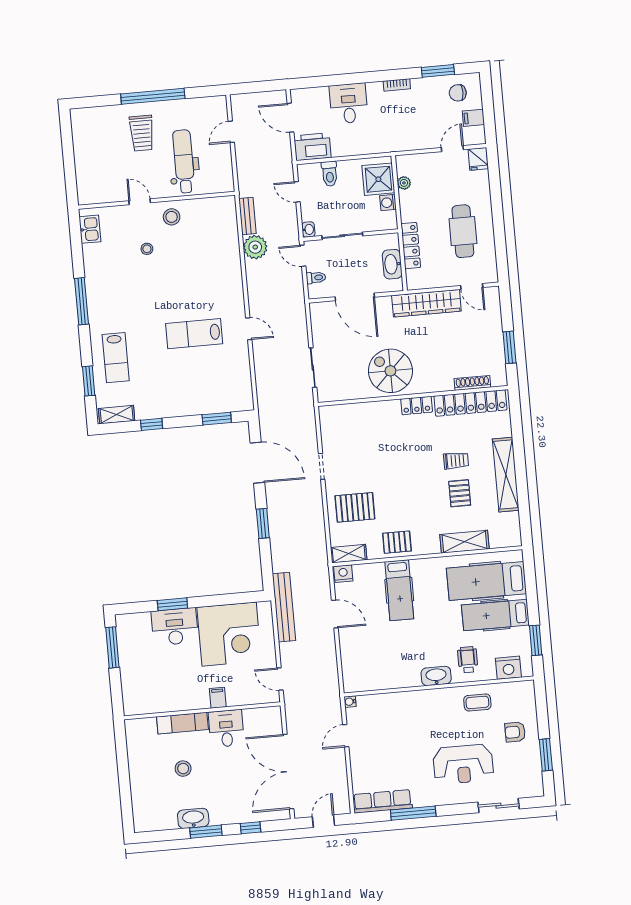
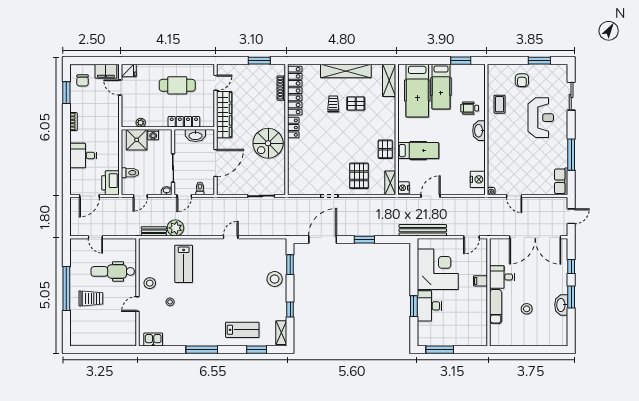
filing cabinet: (473, 118) -> (106, 71), width x2.00
lab bench: (194, 334) -> (184, 264), moved
stool: (194, 398) -> (275, 279), added
shelving: (465, 542) -> (389, 80), moved
nightstand: (508, 668) -> (478, 179), moved
row of seats: (383, 801) -> (561, 181), width x0.68
door: (324, 821) -> (571, 216), swing flipped

